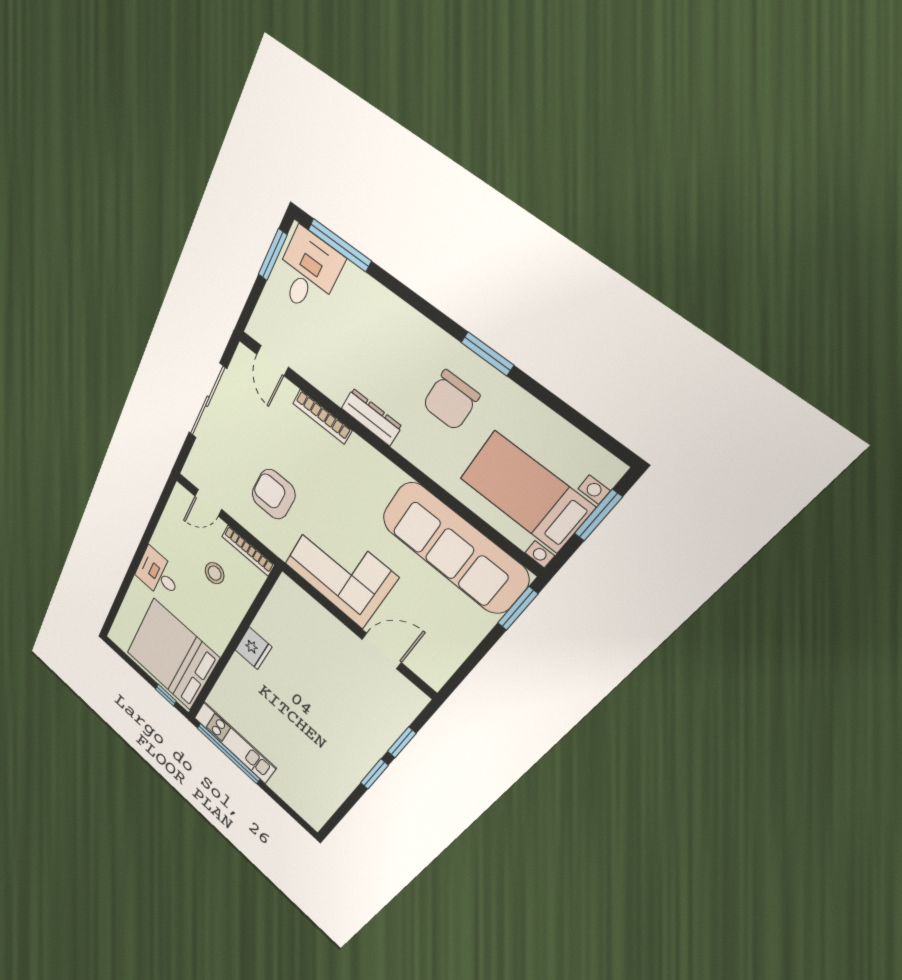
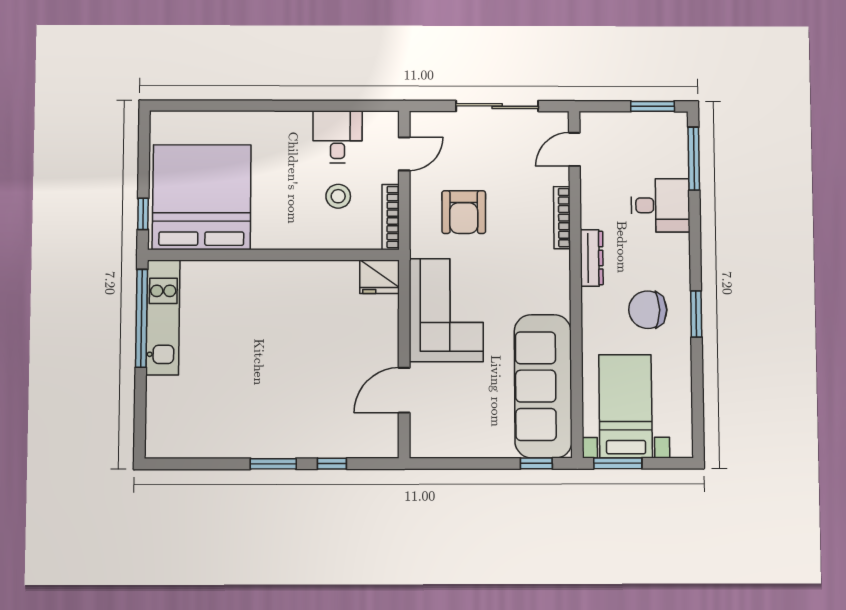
desk: (308, 272) -> (660, 205), moved
armchair: (273, 494) -> (464, 212), turned 180
door: (208, 503) -> (404, 154), swing flipped
window: (598, 515) -> (618, 463), moved
desk: (158, 574) -> (338, 137), moved
window: (517, 609) -> (536, 463), width x0.67
fridge: (253, 648) -> (379, 277), moved
door: (382, 651) -> (404, 390), swing flipped
window: (402, 742) -> (332, 464), width x0.67

